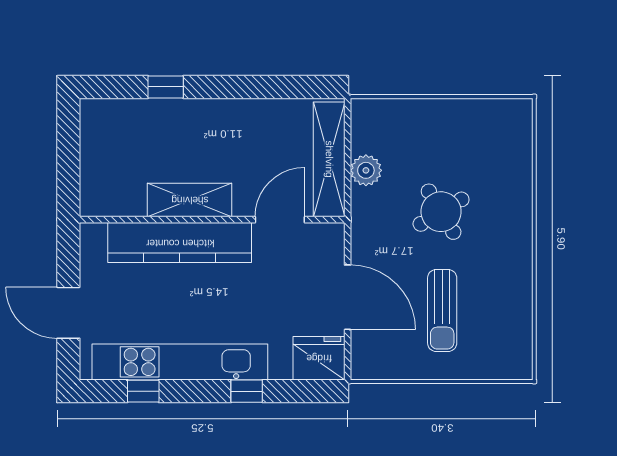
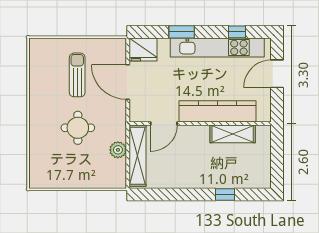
shelving: (190, 200) -> (233, 134), moved
round table: (441, 212) -> (78, 128), turned 31
door: (68, 313) -> (277, 74), swing flipped
window: (247, 391) -> (182, 32), width x1.50

